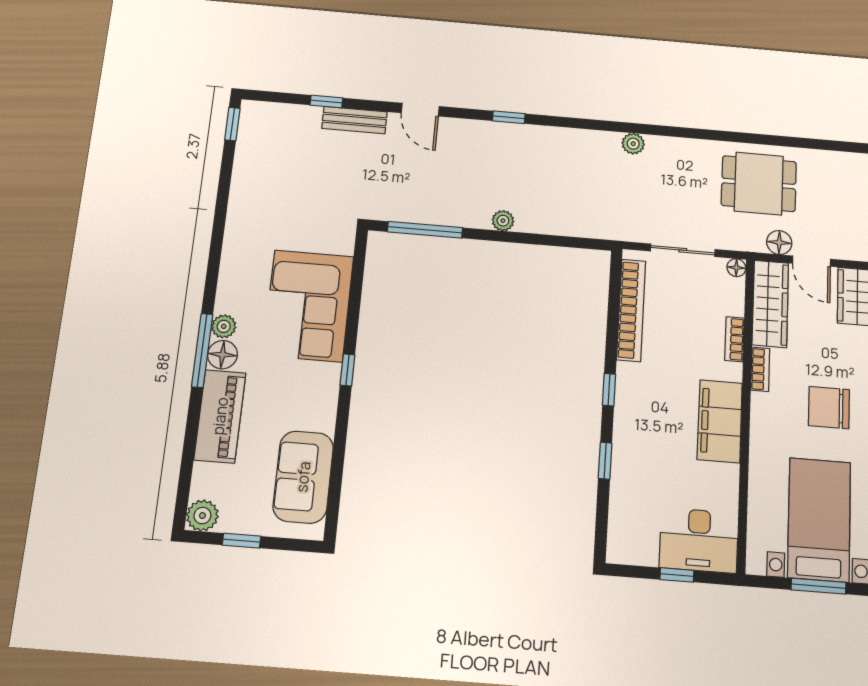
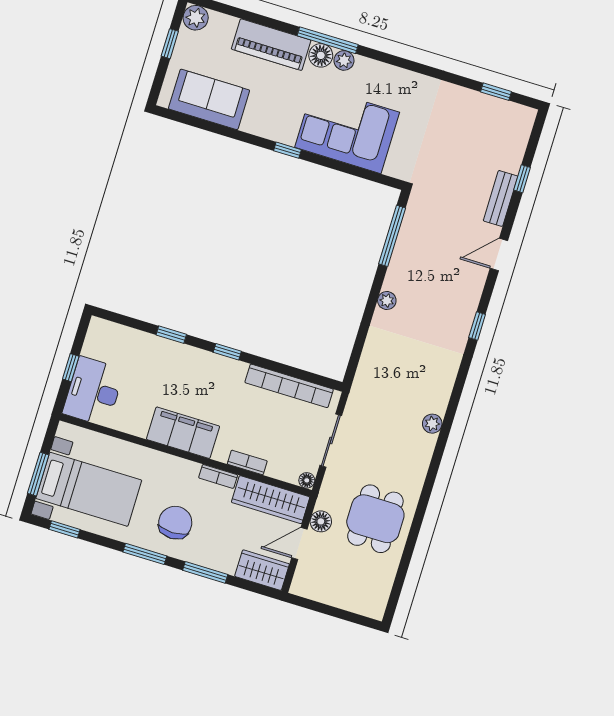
window: (232, 124) -> (496, 92), moved

